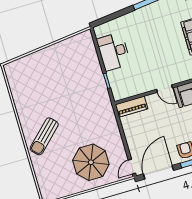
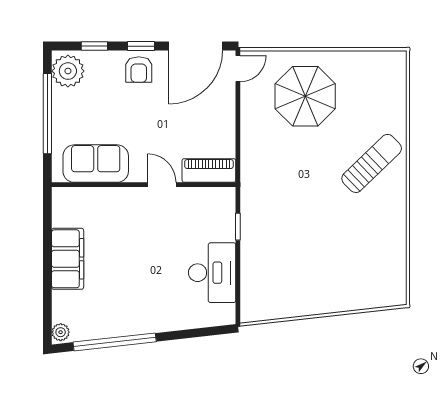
door: (164, 89) -> (162, 185), moved

